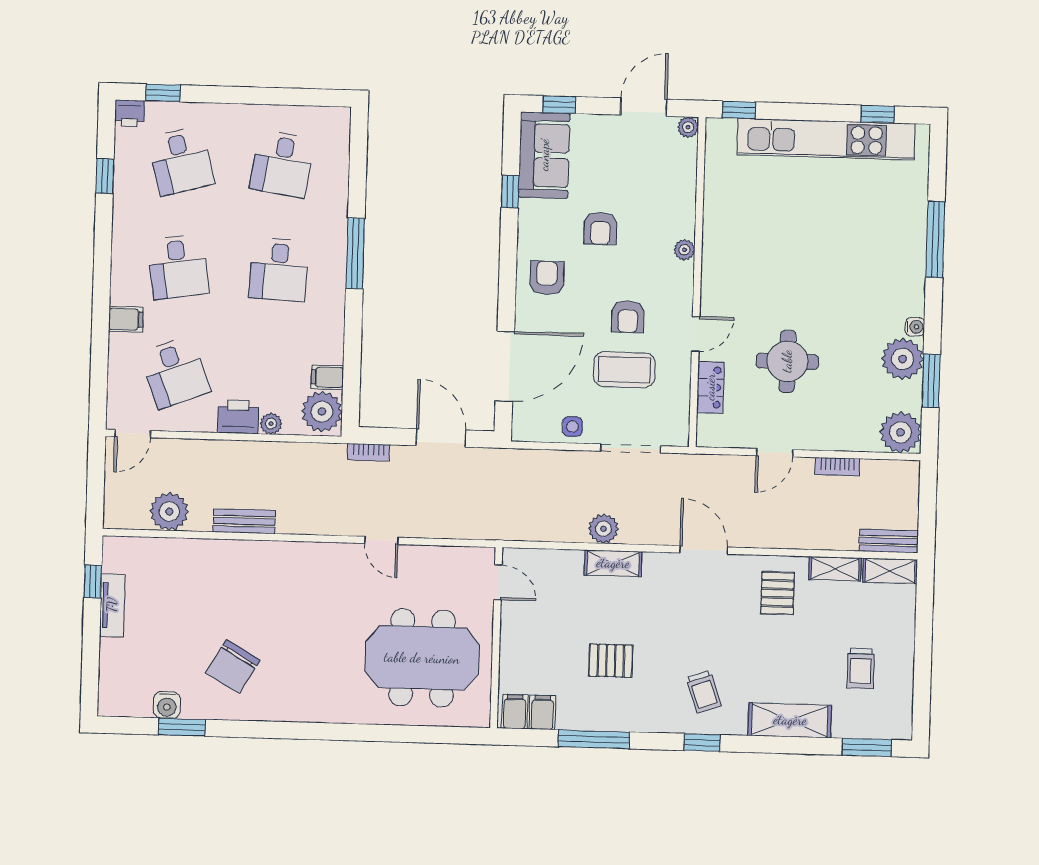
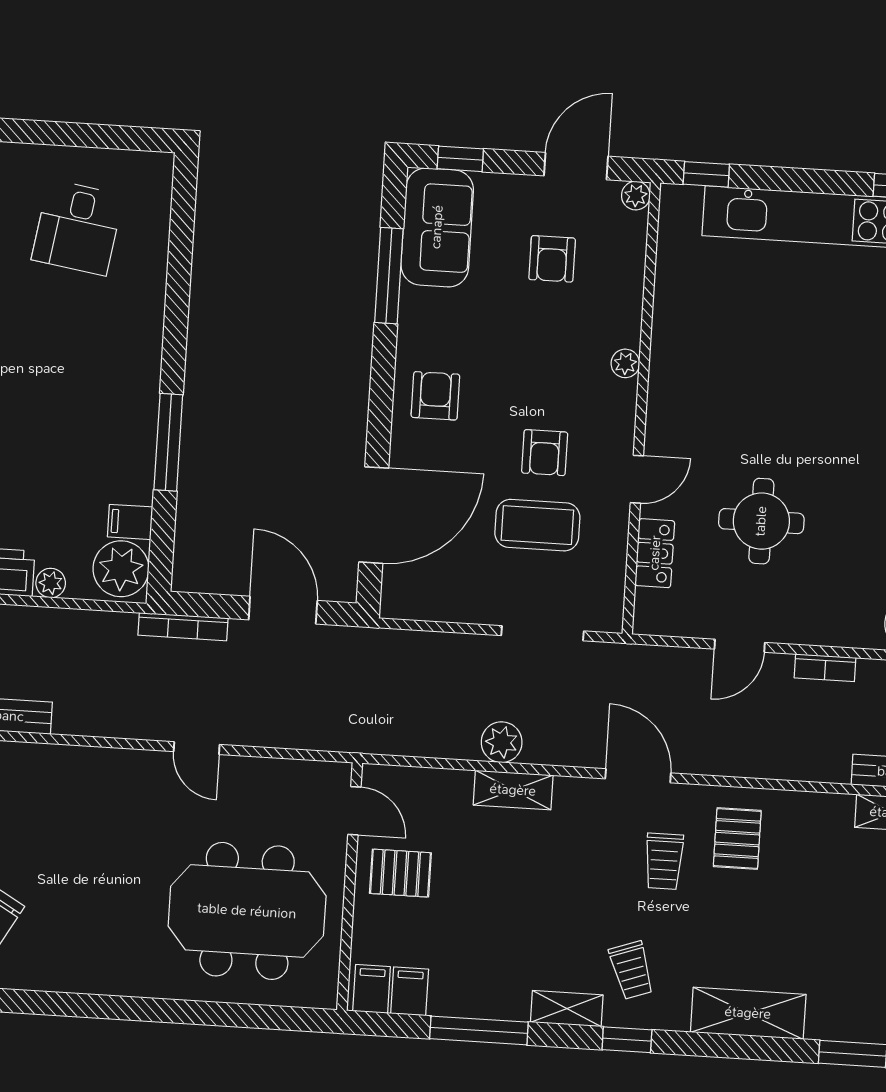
window: (510, 192) -> (389, 276), width x2.17
armchair: (600, 228) -> (552, 259), moved
window: (355, 253) -> (168, 442), moved
desk: (279, 270) -> (69, 372), removed
side table: (572, 426) -> (464, 601), removed
bookcase: (368, 452) -> (183, 627), width x1.56
shelving: (835, 569) -> (567, 1009), moved
pallet: (611, 661) -> (400, 873), moved
trolley: (861, 668) -> (664, 861), moved

